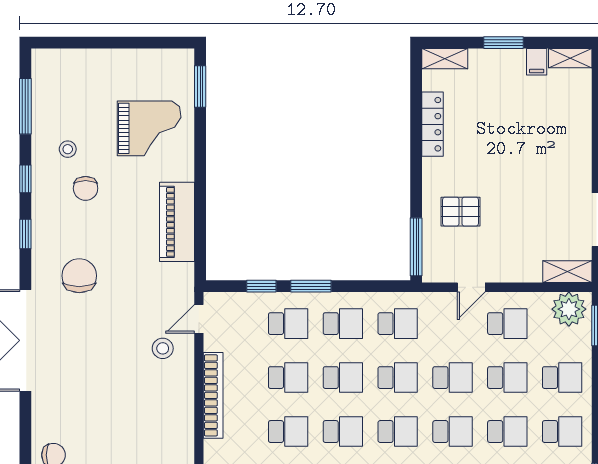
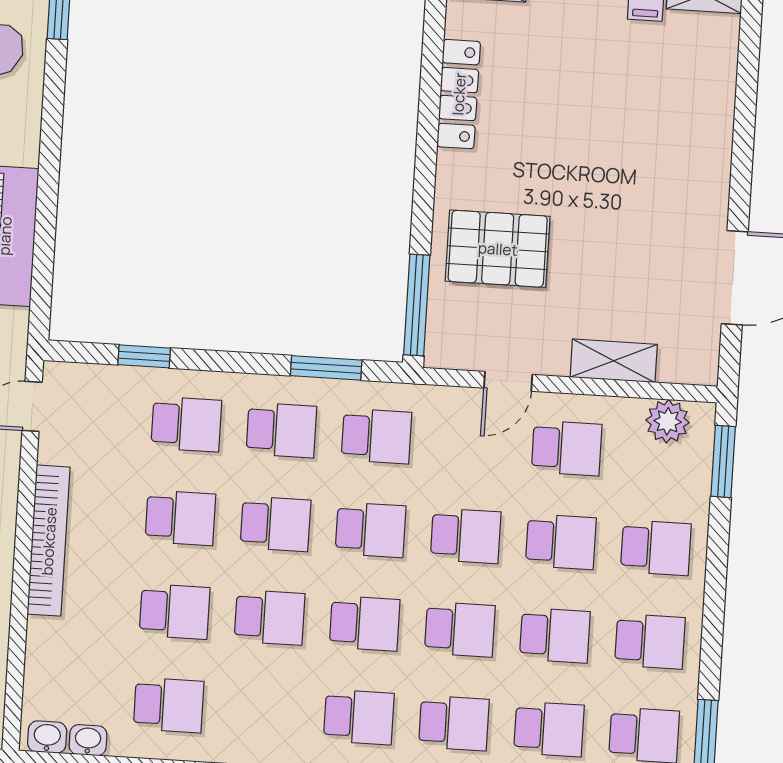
pallet: (460, 212) -> (498, 249), width x1.50, depth x1.42
shelving: (567, 272) -> (614, 361), moved
window: (311, 286) -> (326, 368), moved
plant: (569, 309) -> (668, 421), width x0.73, depth x0.73

